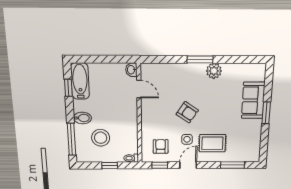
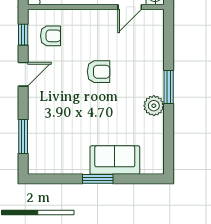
armchair: (187, 112) -> (99, 72), turned -124
side table: (187, 139) -> (61, 72), removed
rug: (212, 143) -> (55, 107), removed
door: (188, 165) -> (23, 74), hinge flipped

